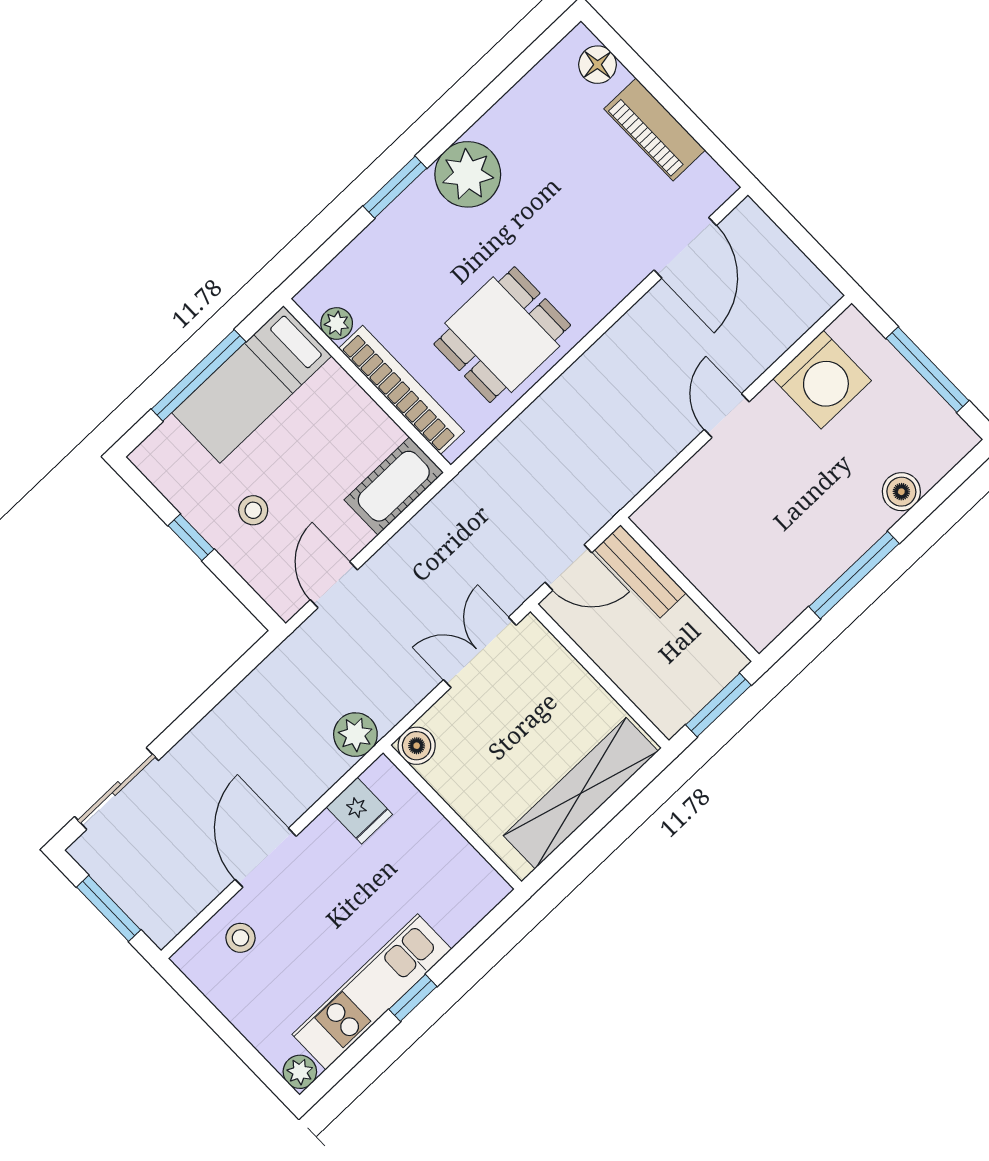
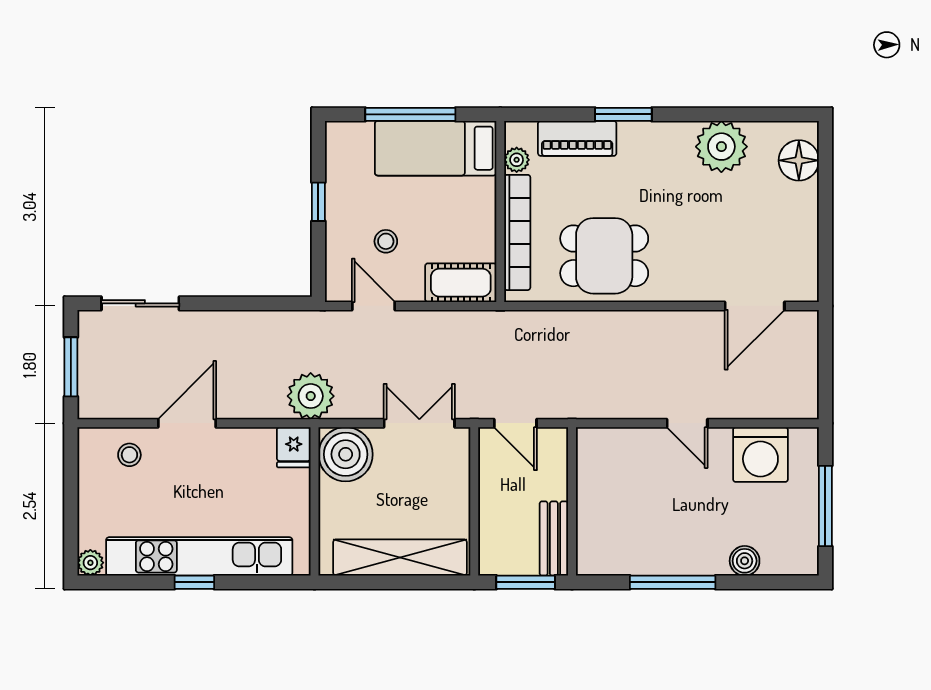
floor lamp: (597, 65) -> (799, 160), width x1.38, depth x1.38
piano: (655, 129) -> (577, 138), moved, turned -90
plant: (468, 174) -> (721, 147), moved
door: (727, 416) -> (687, 423), swing flipped
stool: (253, 510) -> (386, 241), moved
bench: (640, 571) -> (554, 539), moved
door: (334, 585) -> (373, 306), hinge flipped
plant: (355, 735) -> (311, 396), width x1.36, depth x1.36
boiler: (417, 746) -> (346, 454), width x1.86, depth x1.86
fridge: (359, 811) -> (294, 447), moved
kitchen unit: (372, 992) -> (199, 556), width x1.36

